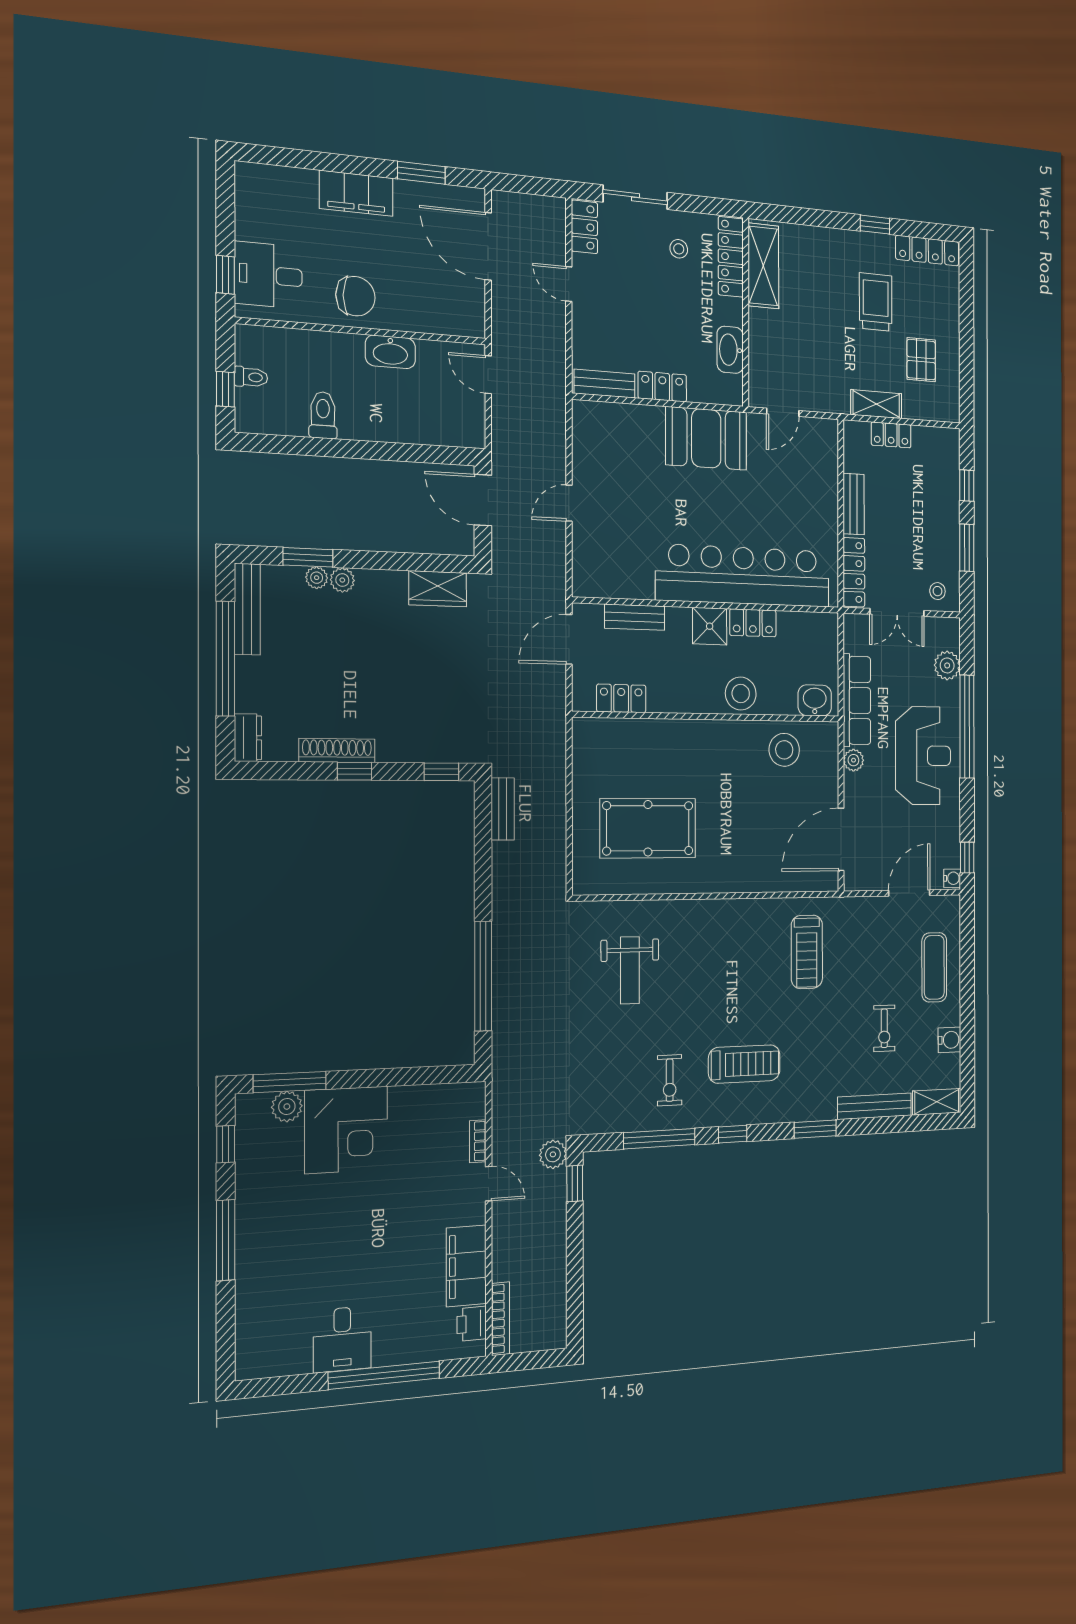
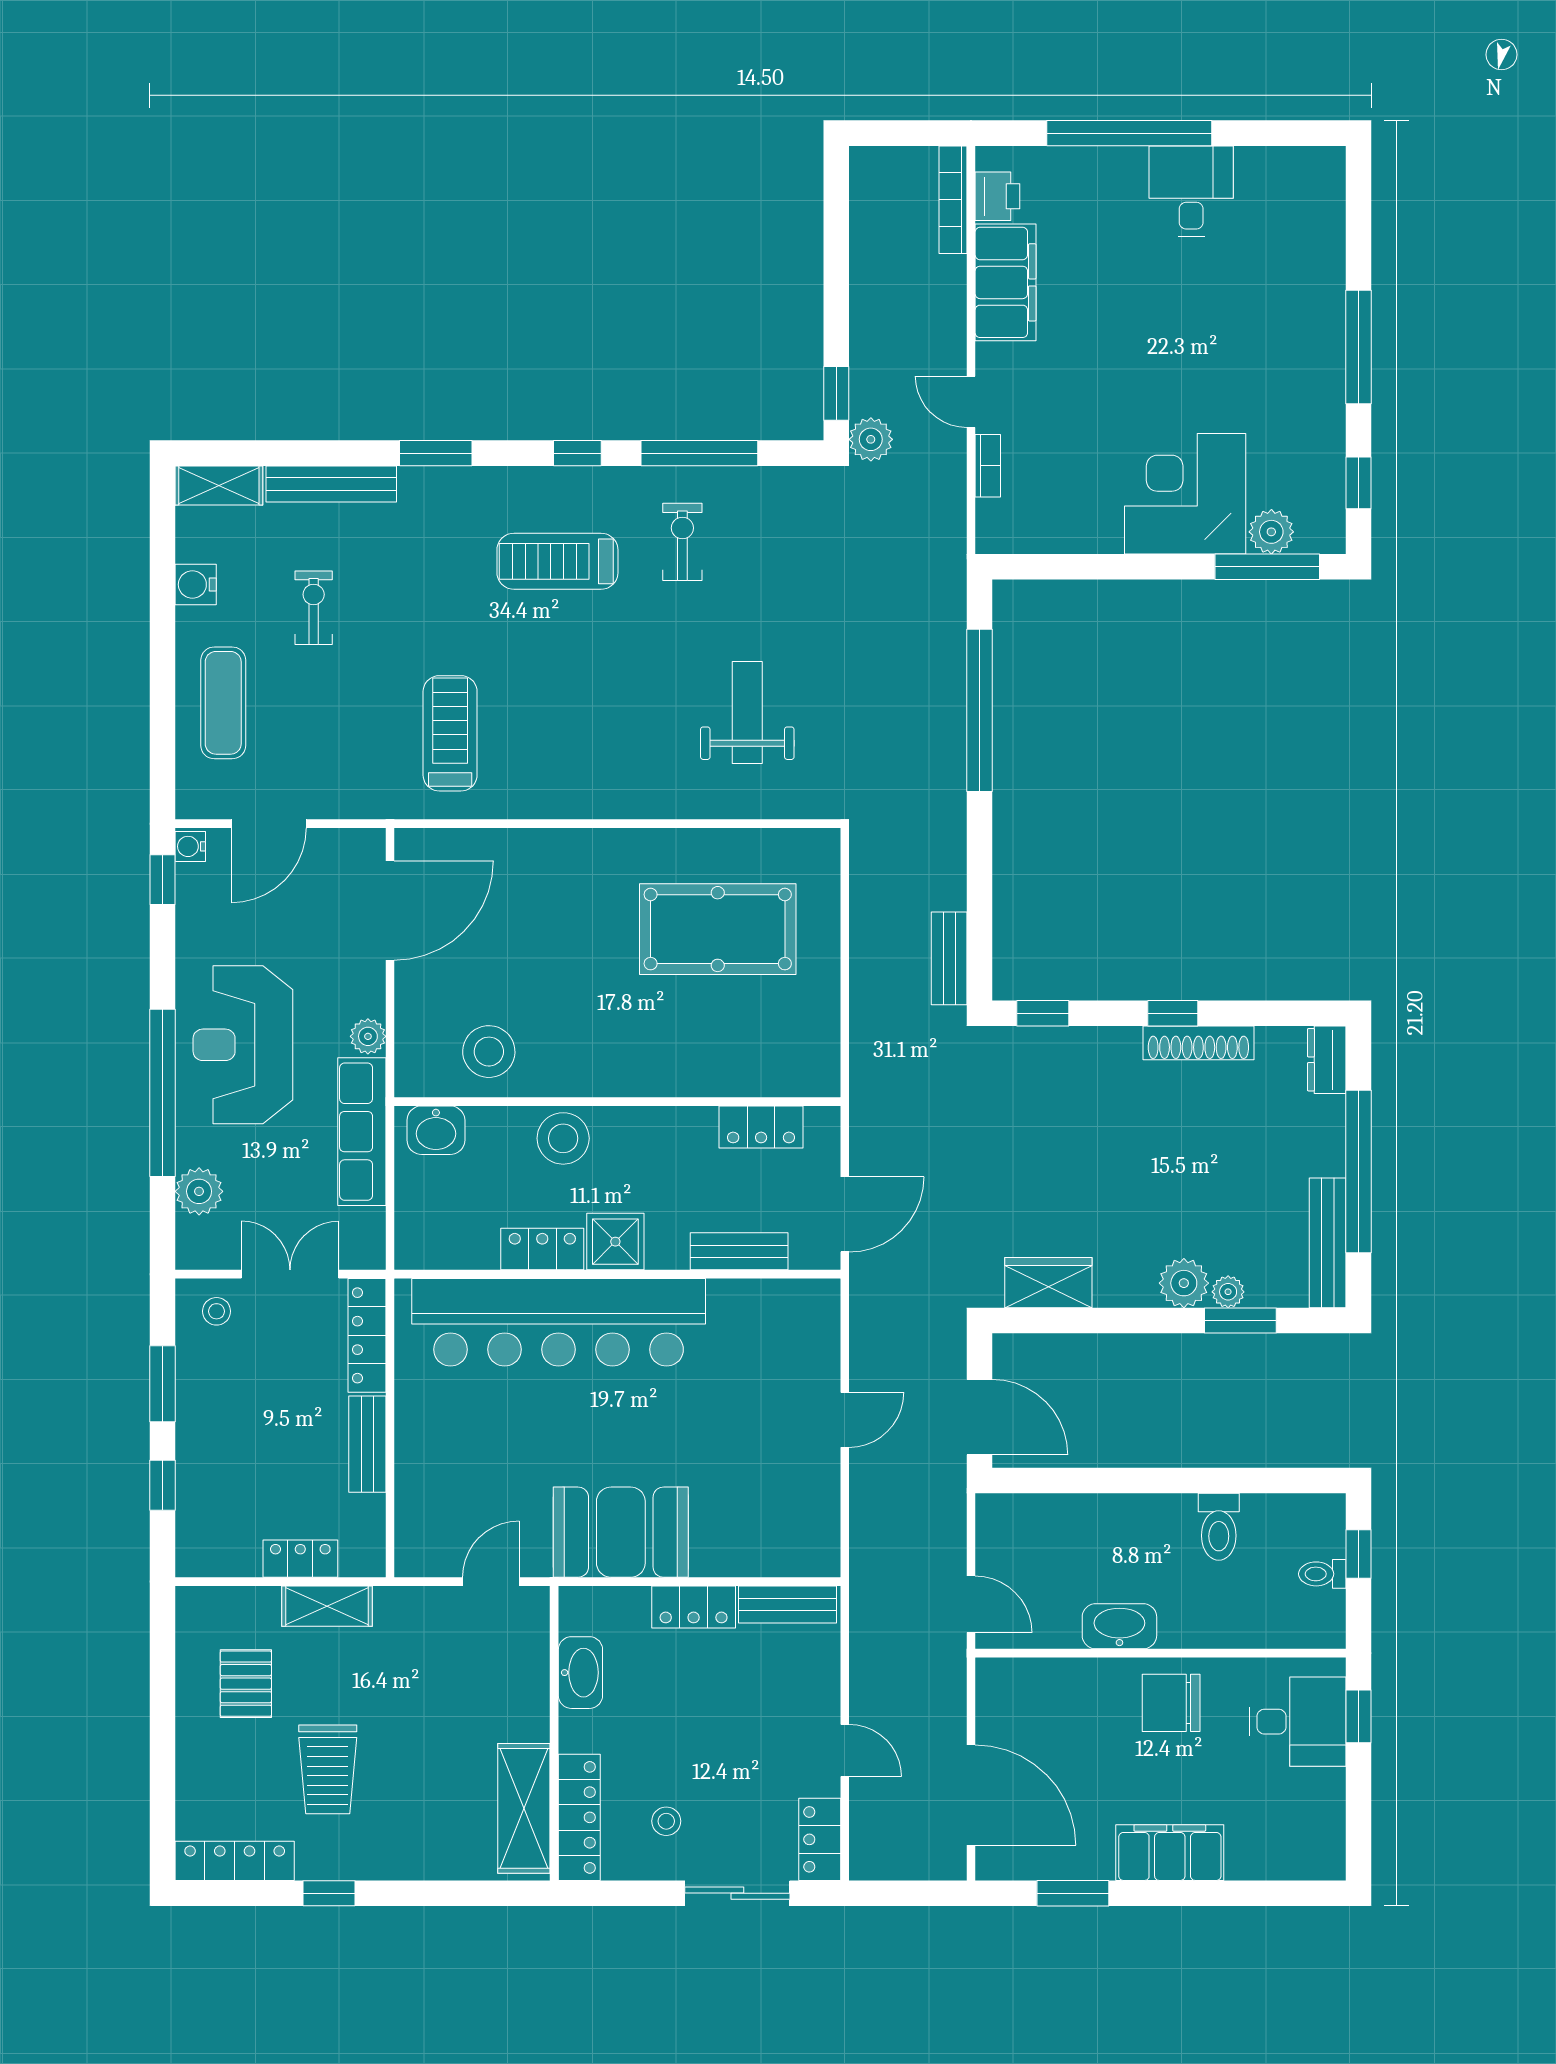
plant: (342, 580) -> (1184, 1283), width x1.38, depth x1.38

